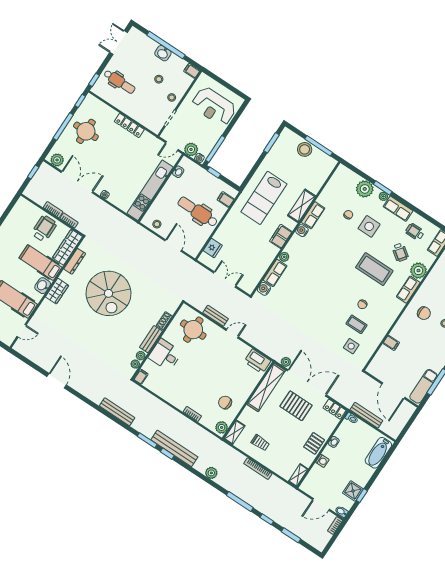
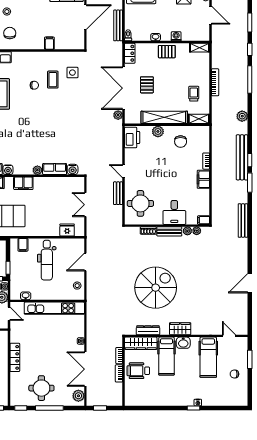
shelving: (266, 387) -> (164, 117), moved
filing cabinet: (178, 401) -> (203, 179), added
pallet: (296, 406) -> (147, 85), width x0.67, depth x0.71
plant: (222, 427) -> (158, 131), moved

